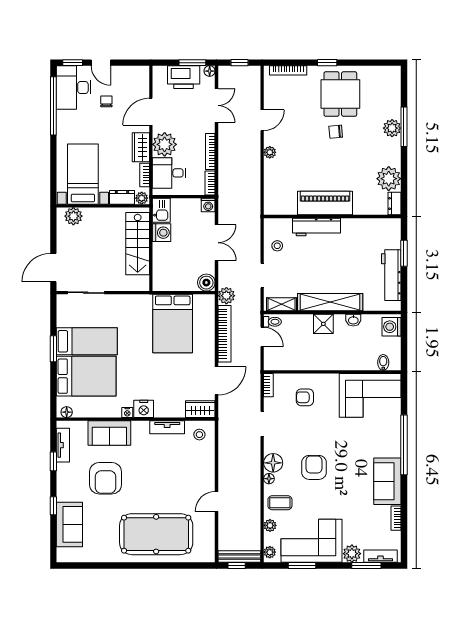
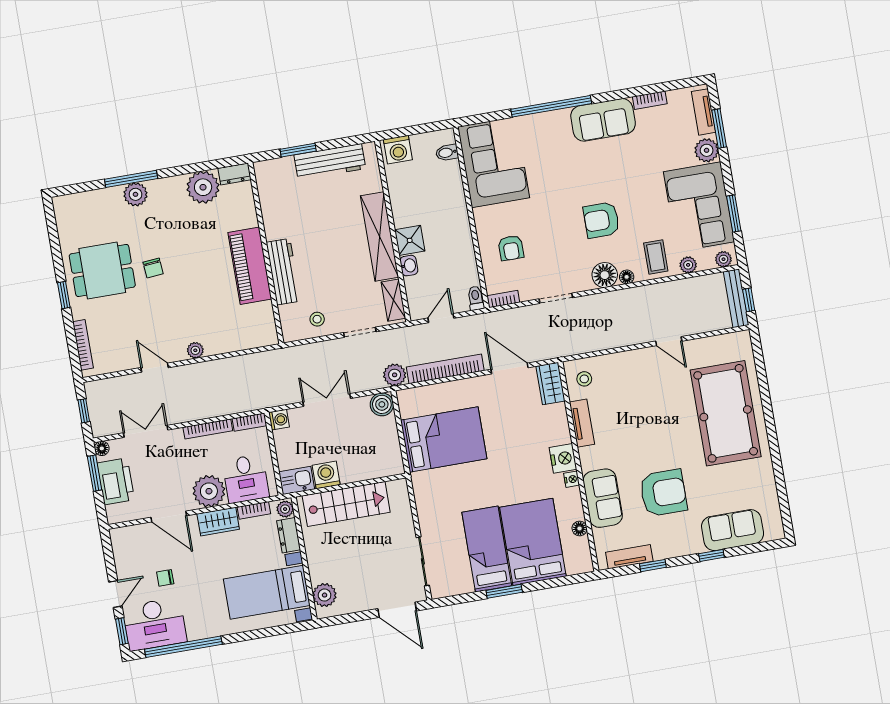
washbasin: (353, 320) -> (409, 266), moved
toilet: (273, 322) -> (476, 298), moved
floor lamp: (67, 412) -> (580, 528), moved

